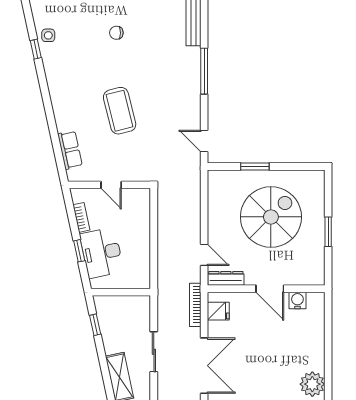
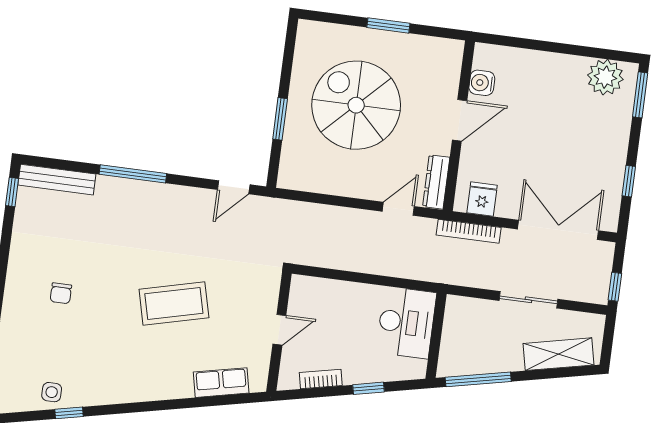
desk: (102, 253) -> (406, 323), moved, turned -78
window: (95, 325) -> (478, 379), width x2.17

